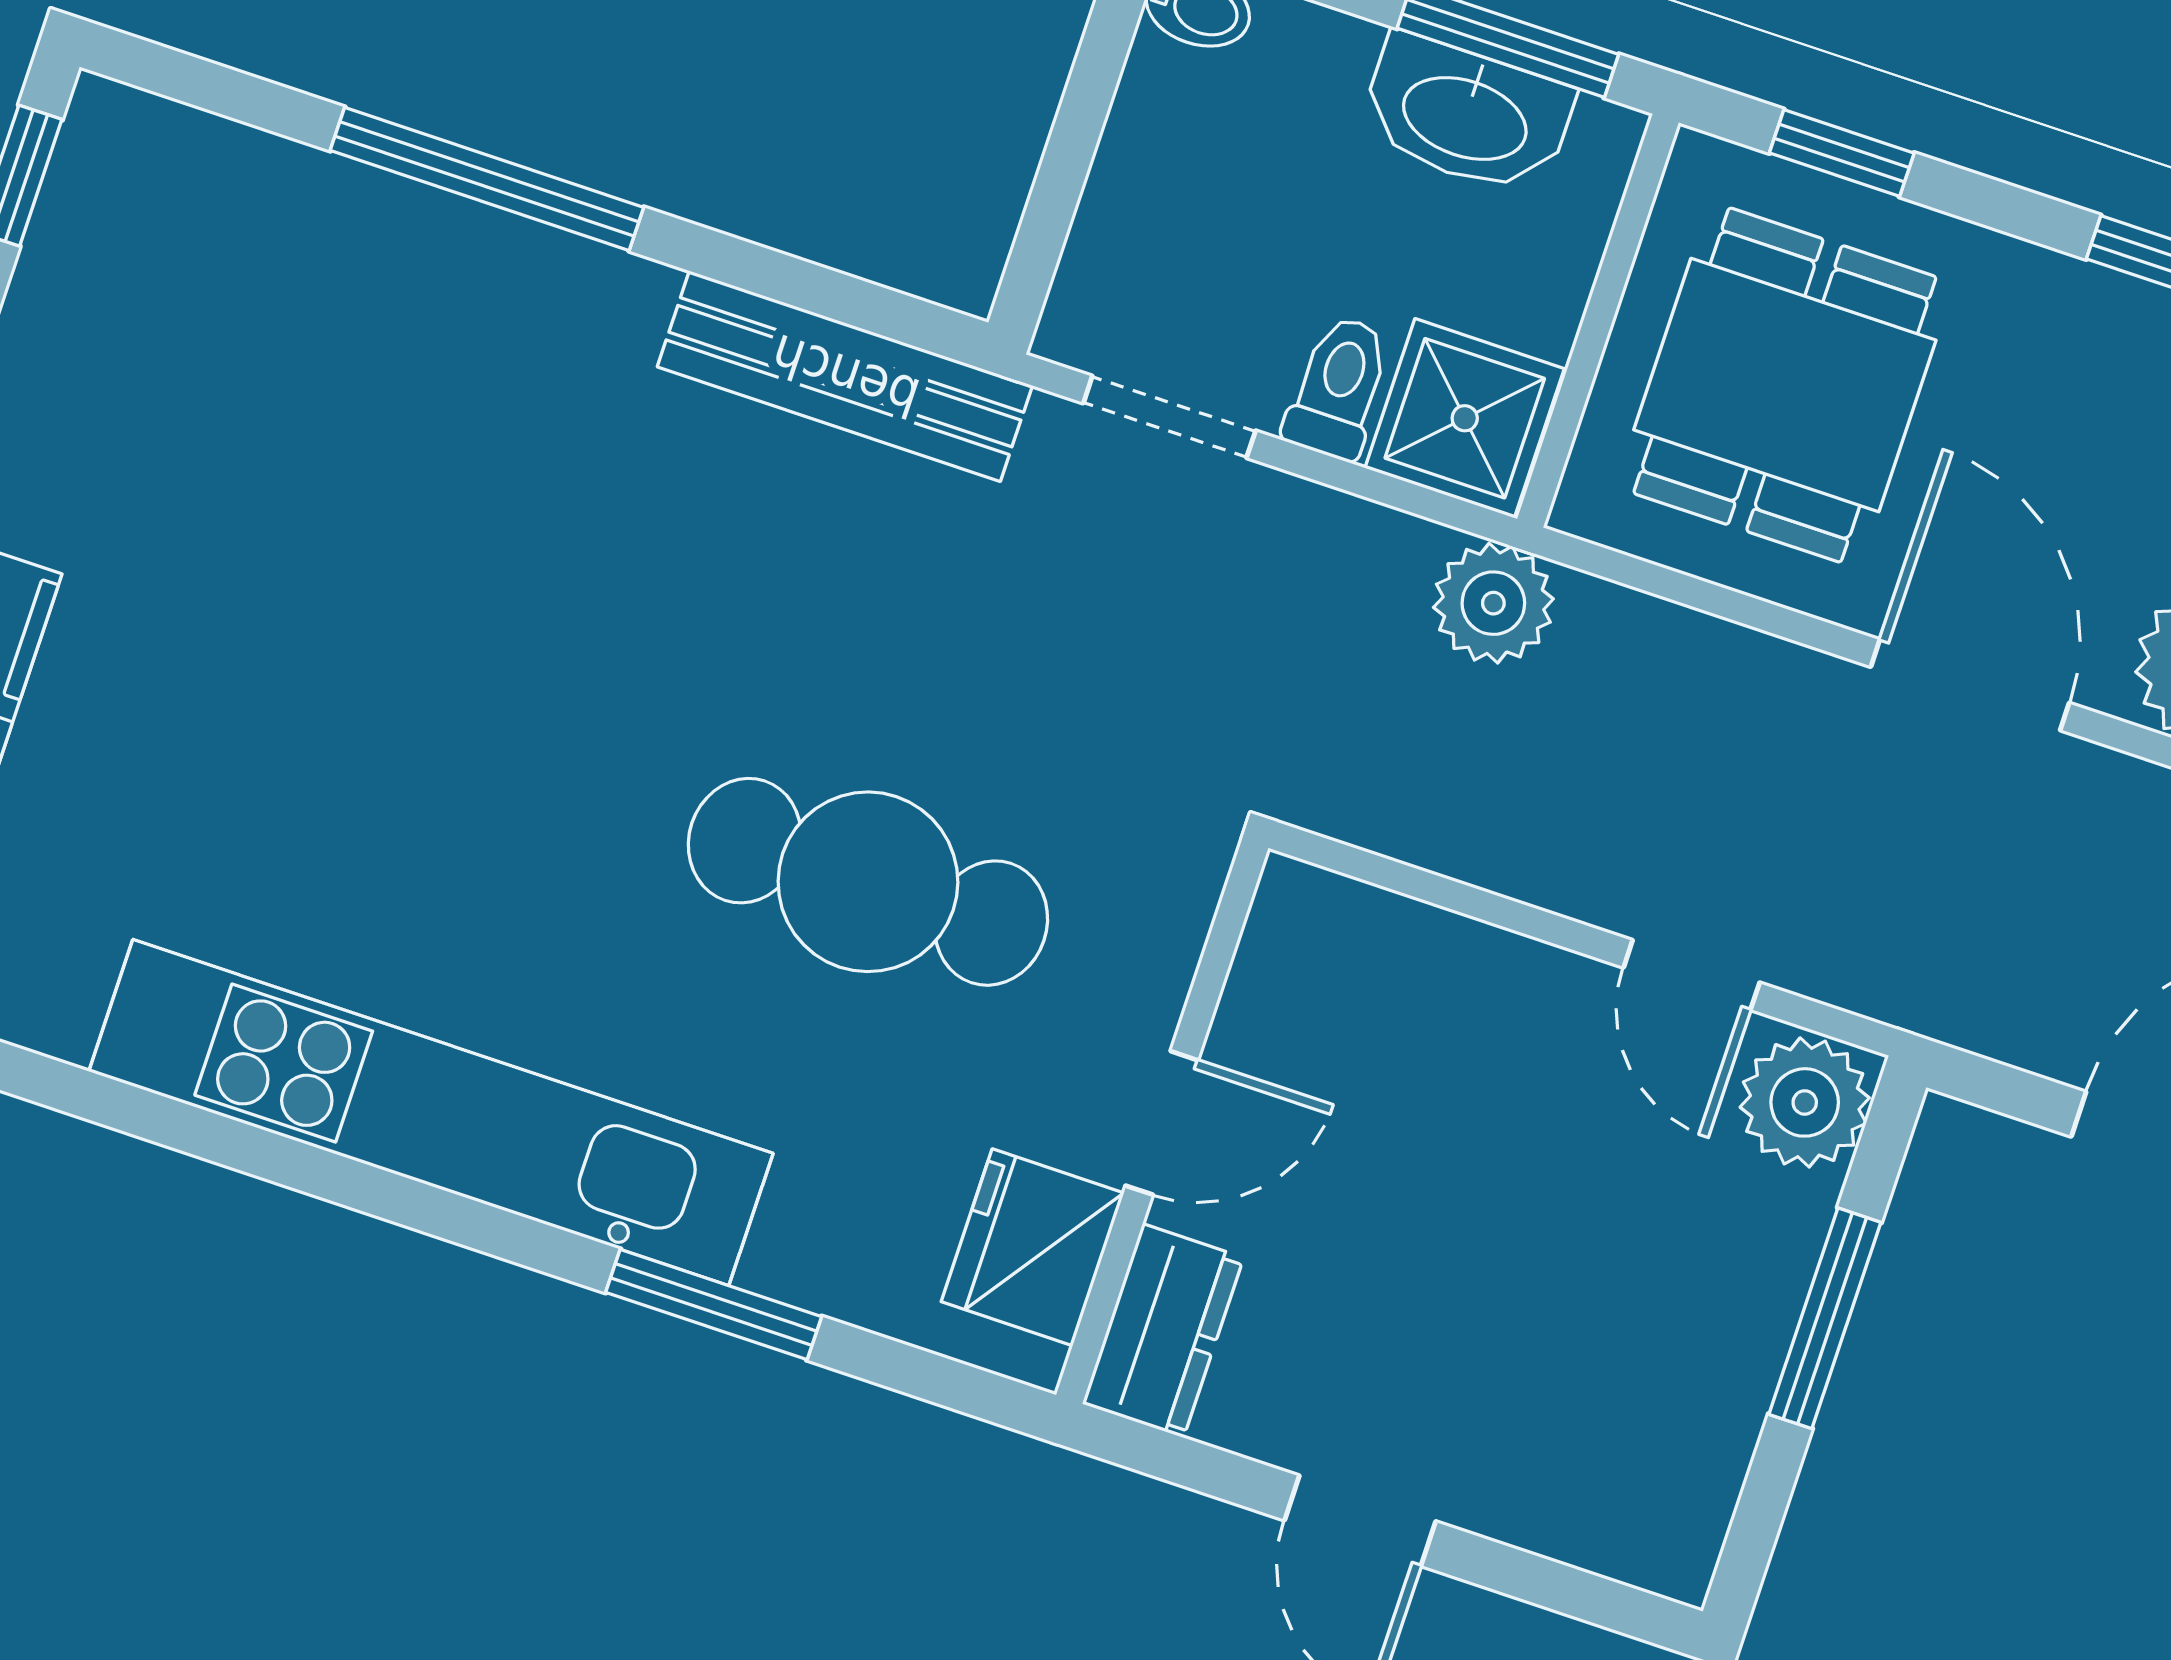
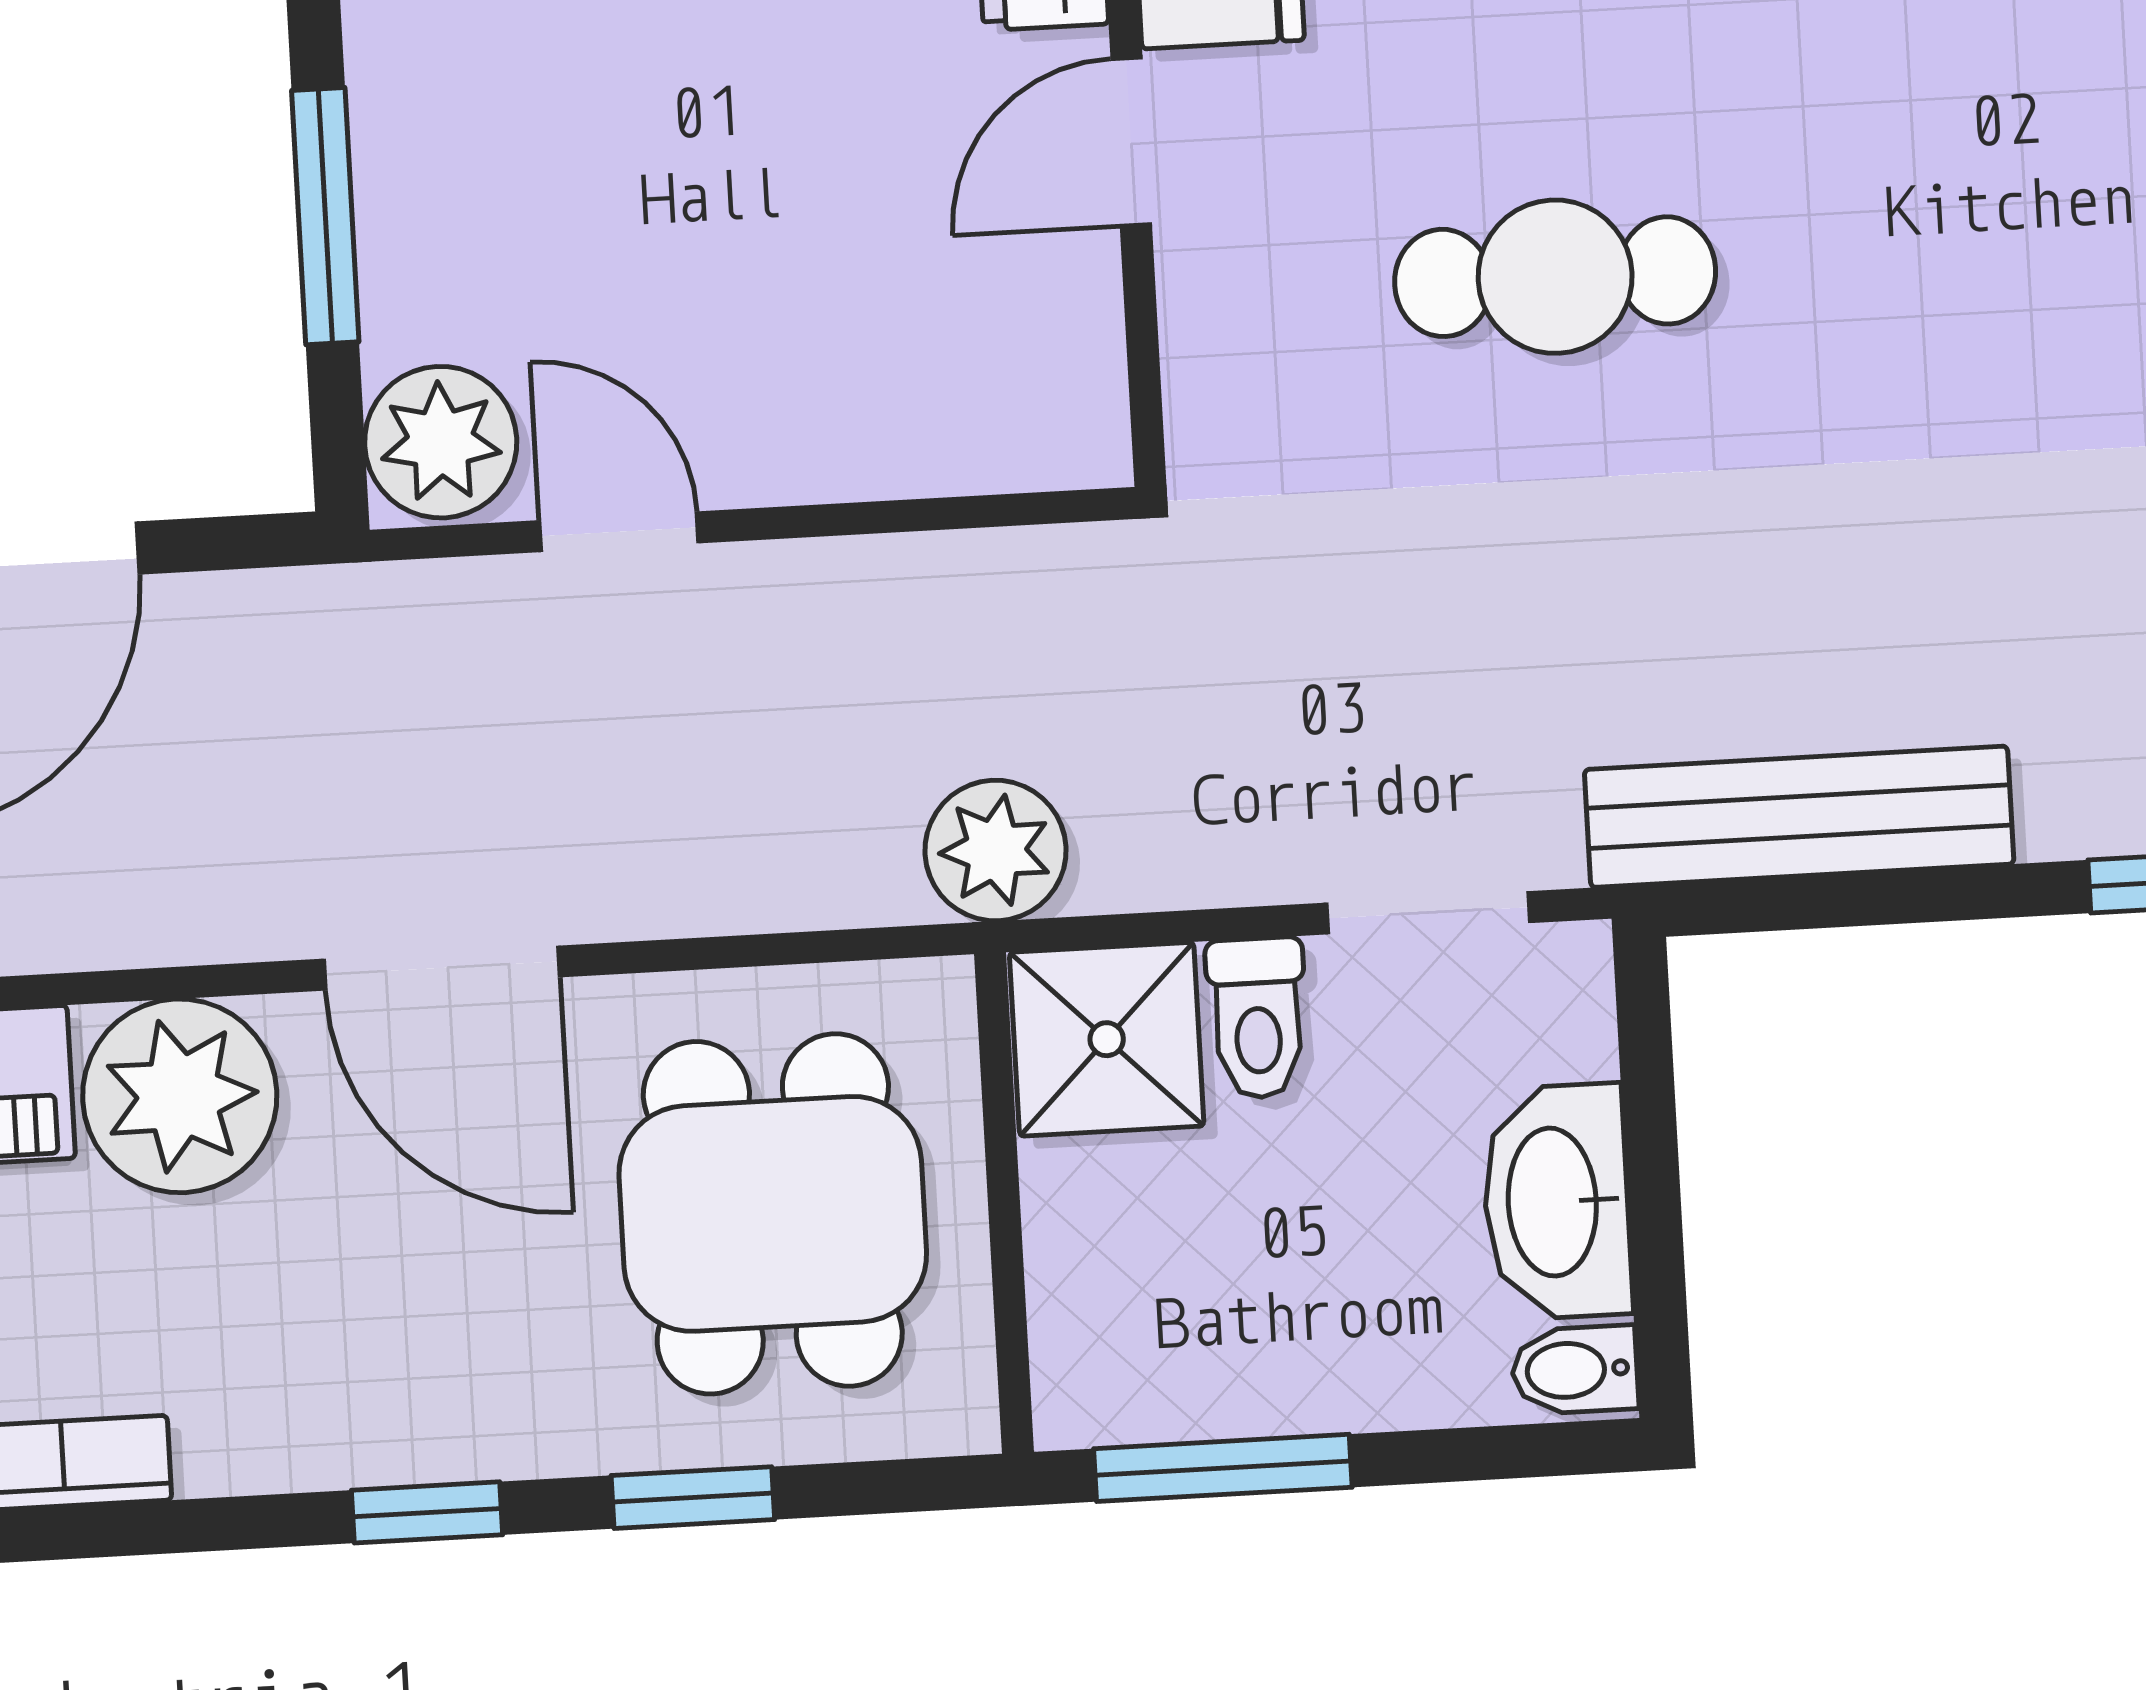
washbasin: (1466, 115) -> (1556, 1202), moved, turned -90
window: (1842, 153) -> (693, 1498), moved
cafe table: (868, 882) -> (1555, 277), width x0.73, depth x0.74

